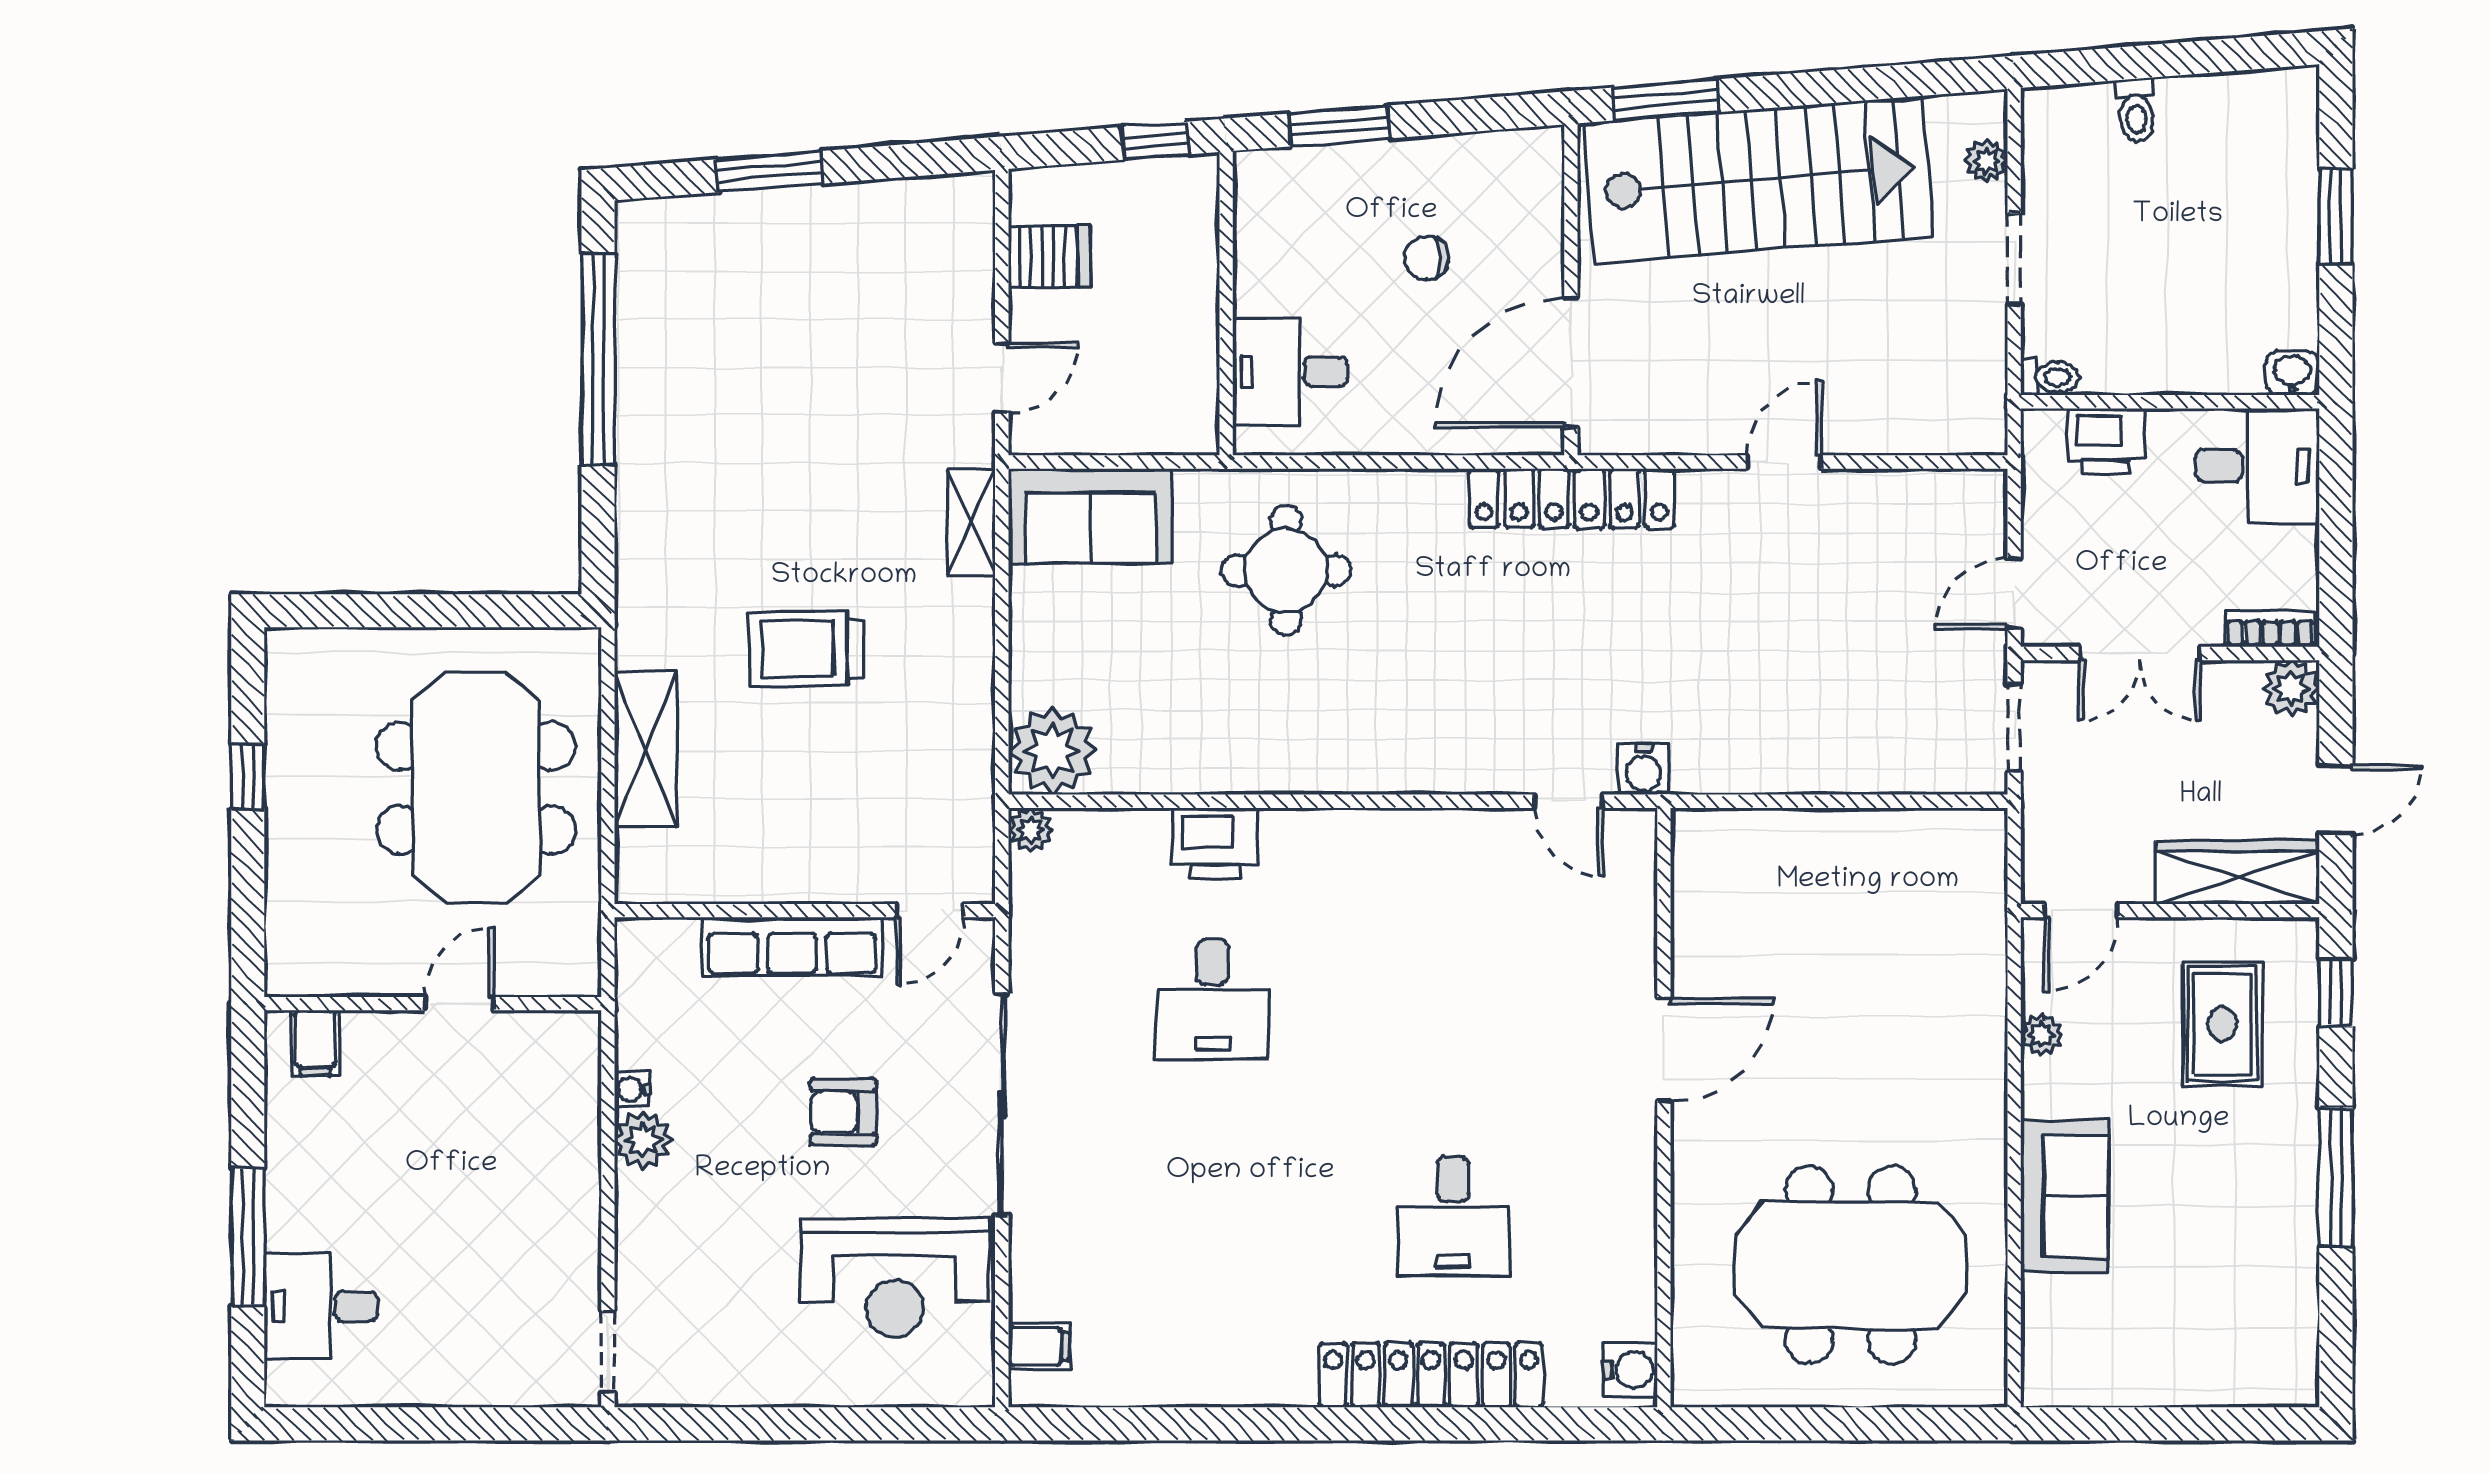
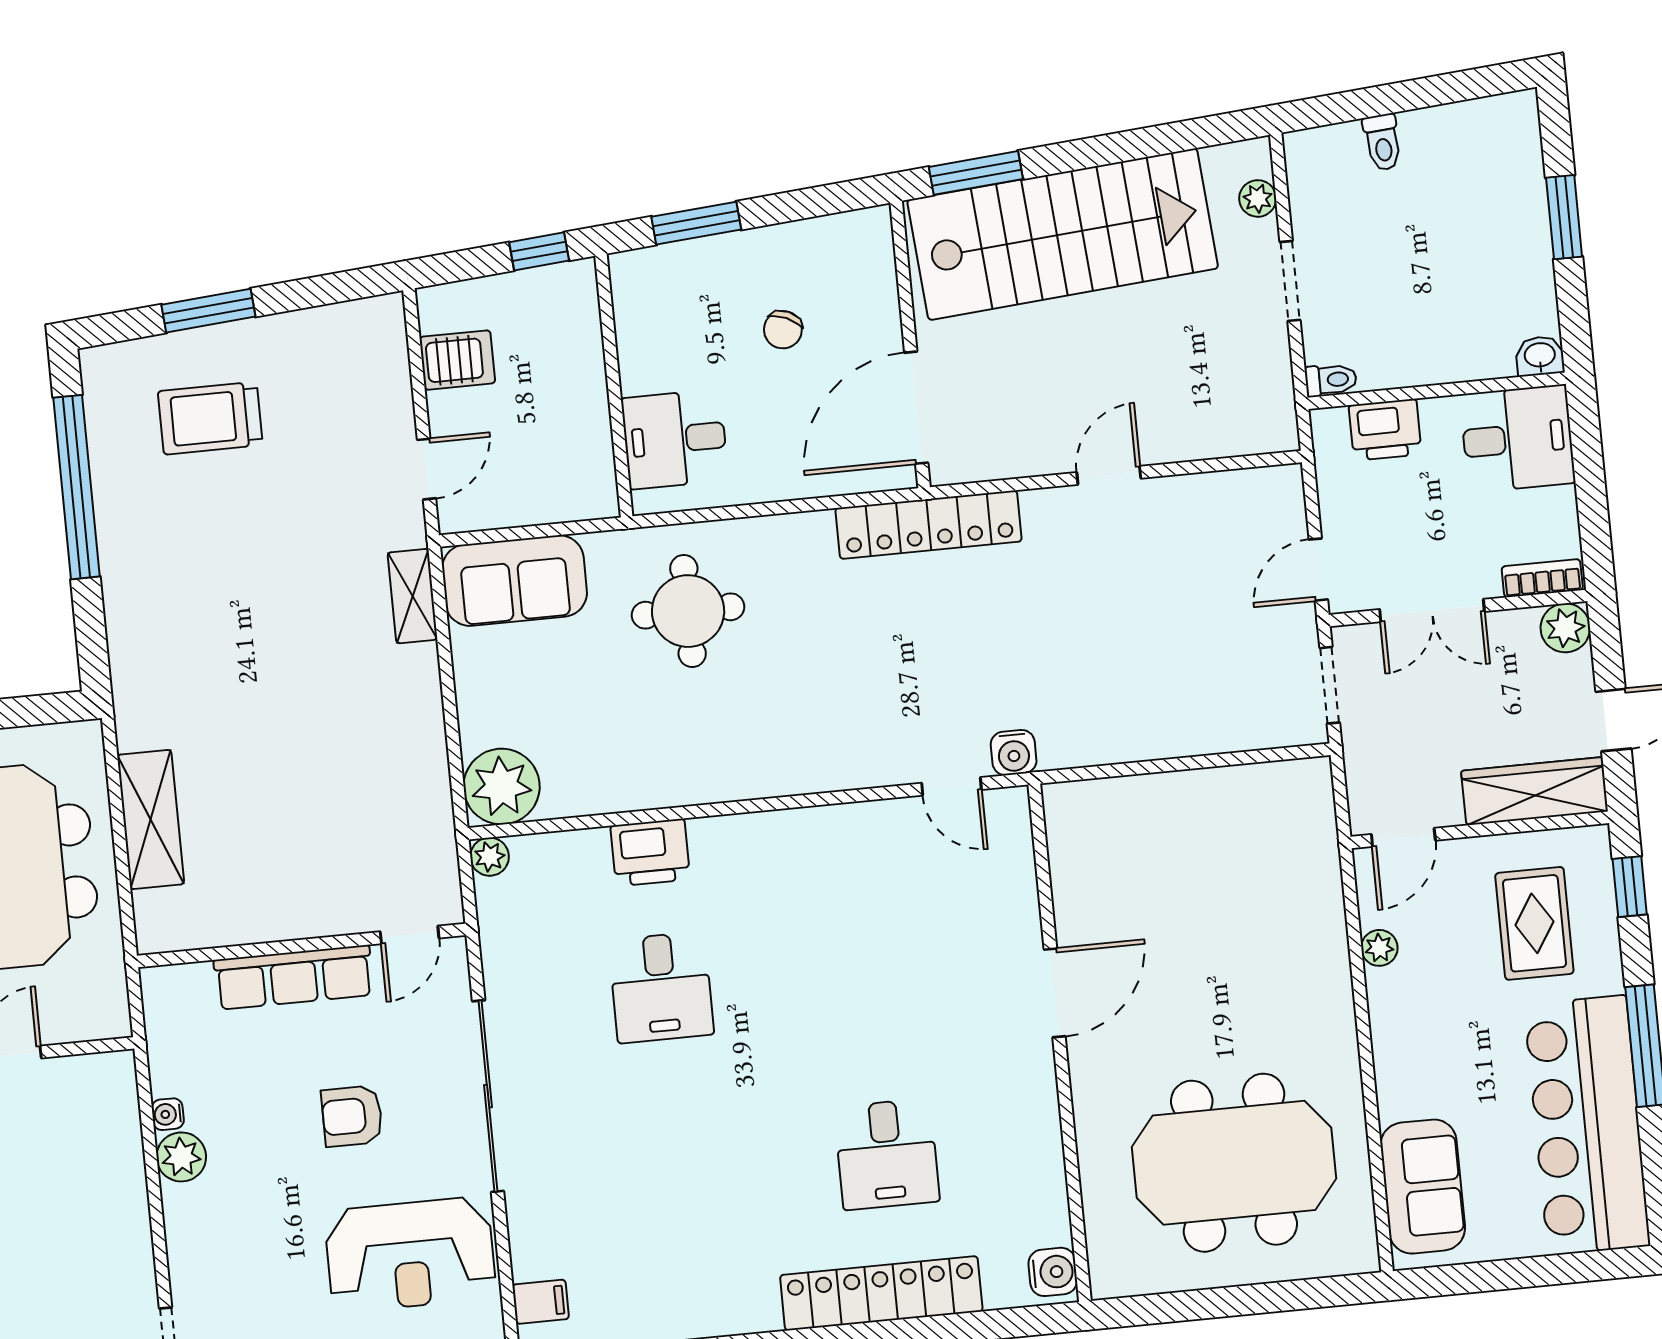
chair: (1427, 258) -> (783, 330), turned -66
trolley: (806, 649) -> (210, 418), moved
sofa: (2065, 1196) -> (1423, 1187), moved
bar counter: (2260, 1262) -> (1587, 1125), added

